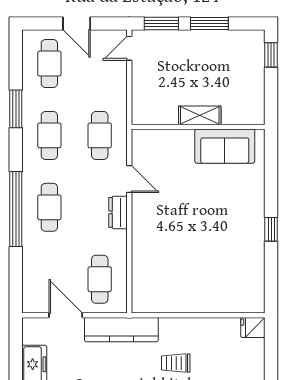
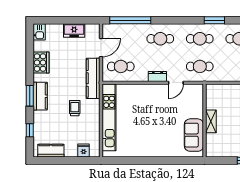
window: (16, 209) -> (130, 20), moved
window: (271, 229) -> (148, 161), removed
kitchen unit: (192, 301) -> (109, 117), added
fridge: (253, 327) -> (84, 151), moved

